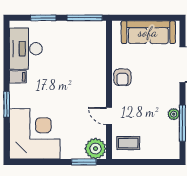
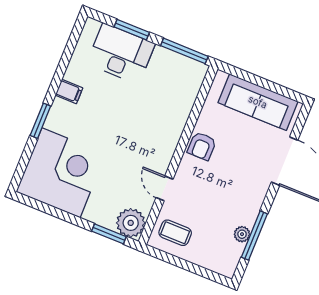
desk: (26, 49) -> (121, 54), moved, turned 90
plant: (174, 114) -> (242, 234), moved

